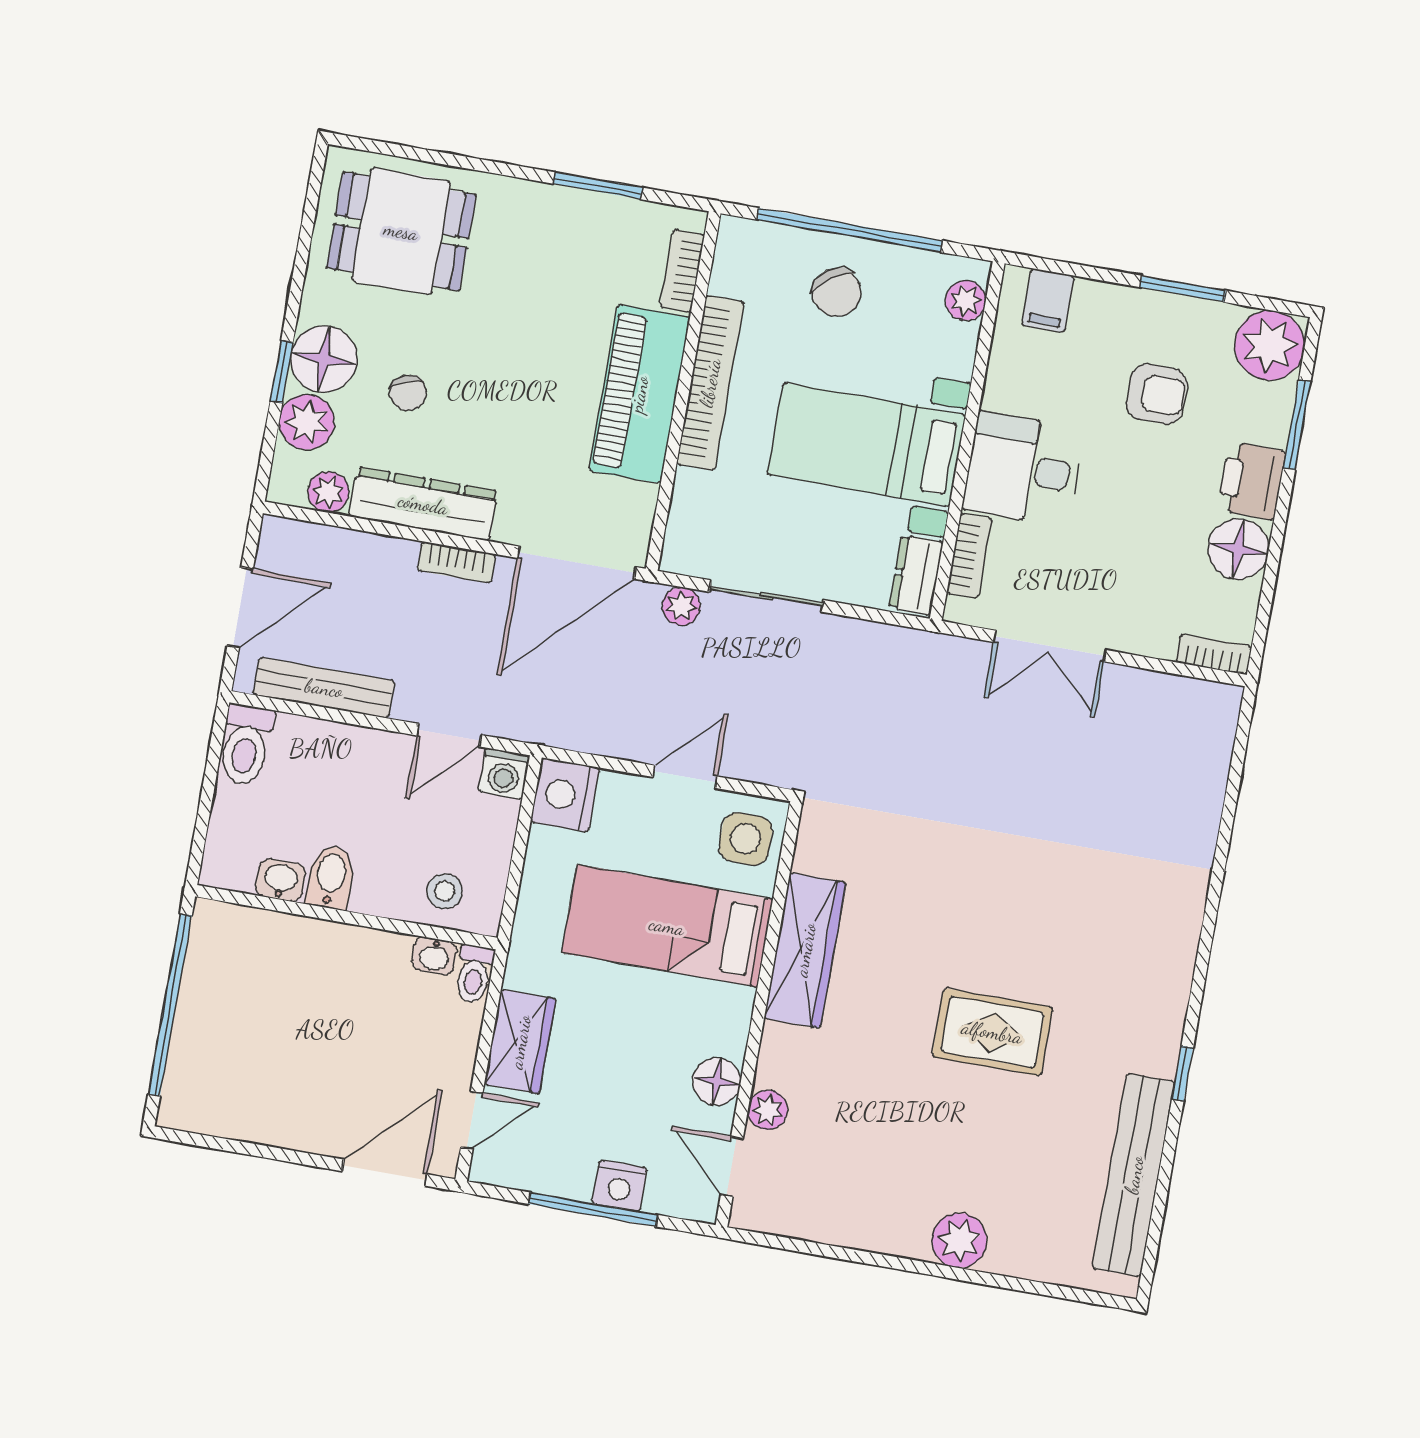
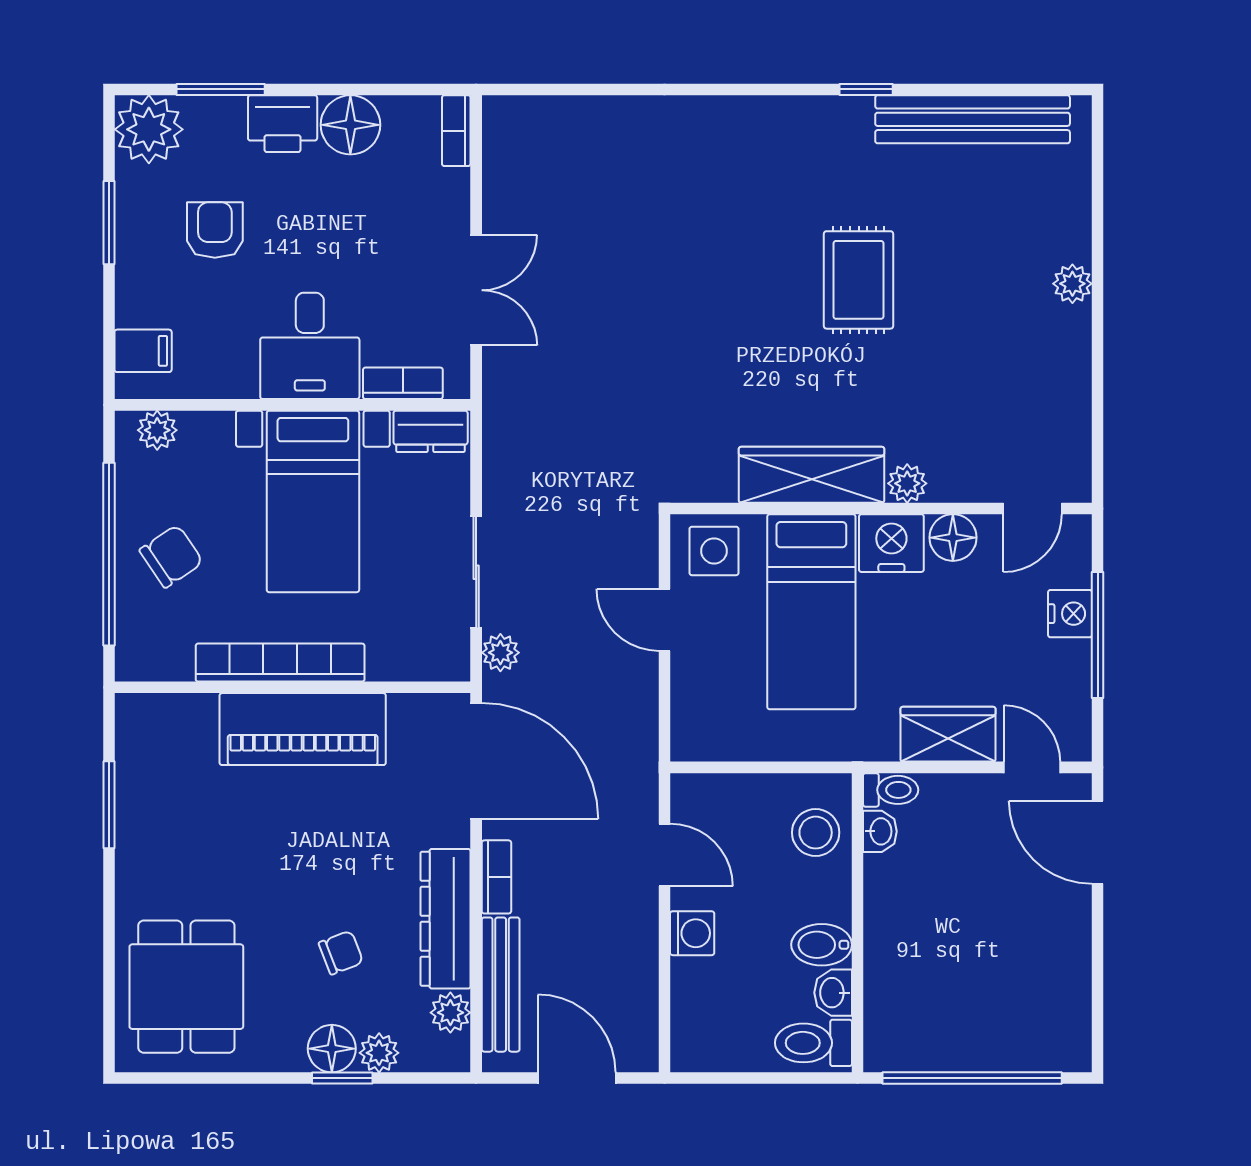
bookcase: (682, 271) -> (177, 709), removed
floor lamp: (324, 359) -> (332, 1049), width x0.73, depth x0.73
plant: (307, 422) -> (379, 1053), width x0.73, depth x0.73
bench: (324, 688) -> (501, 985), moved
toilet: (246, 745) -> (813, 1043), moved, turned 180
washing machine: (504, 774) -> (692, 933), moved
nightstand: (565, 795) -> (891, 543), moved, turned 180
stool: (445, 891) -> (816, 833), width x1.37, depth x1.37
plant: (768, 1110) -> (907, 483), moved
plant: (959, 1240) -> (1072, 284), width x0.73, depth x0.73

